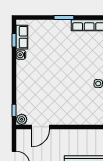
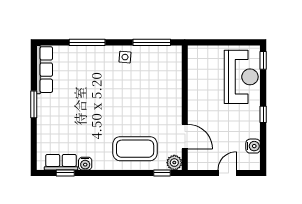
coffee table: (32, 91) -> (135, 149), added

